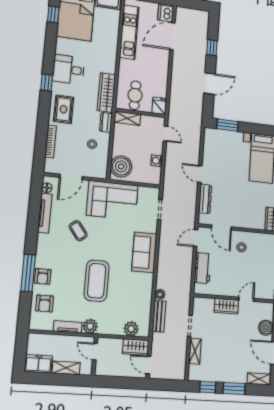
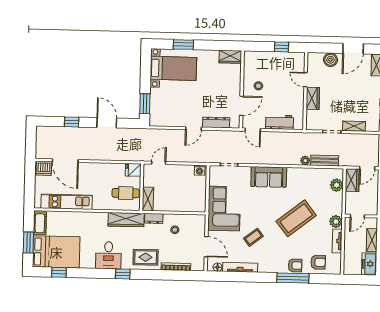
washing machine: (157, 161) -> (200, 170), moved
boiler: (121, 167) -> (193, 202), removed
coffee table: (97, 281) -> (296, 218), turned -38

